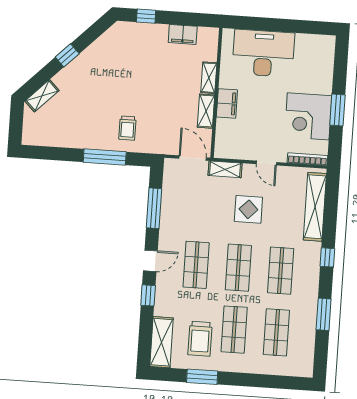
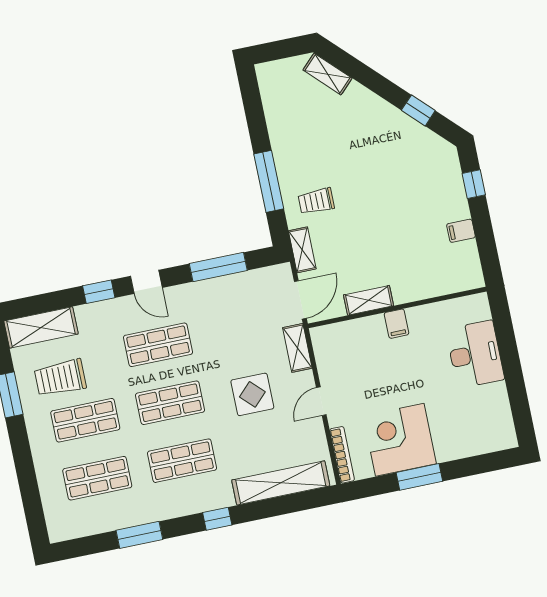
filing cabinet: (183, 34) -> (461, 231), width x0.50
desk: (263, 53) -> (475, 354), width x0.73, depth x0.77
window: (67, 55) -> (418, 110), moved
shelving: (209, 78) -> (302, 250), moved, turned 90
filing cabinet: (227, 103) -> (397, 324), width x0.50

